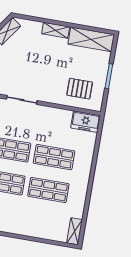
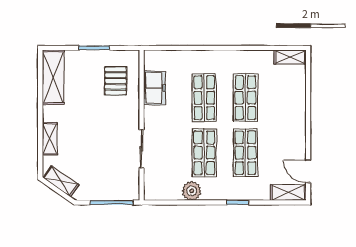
shelving: (56, 30) -> (50, 139), moved
freezer: (86, 122) -> (155, 88), moved

